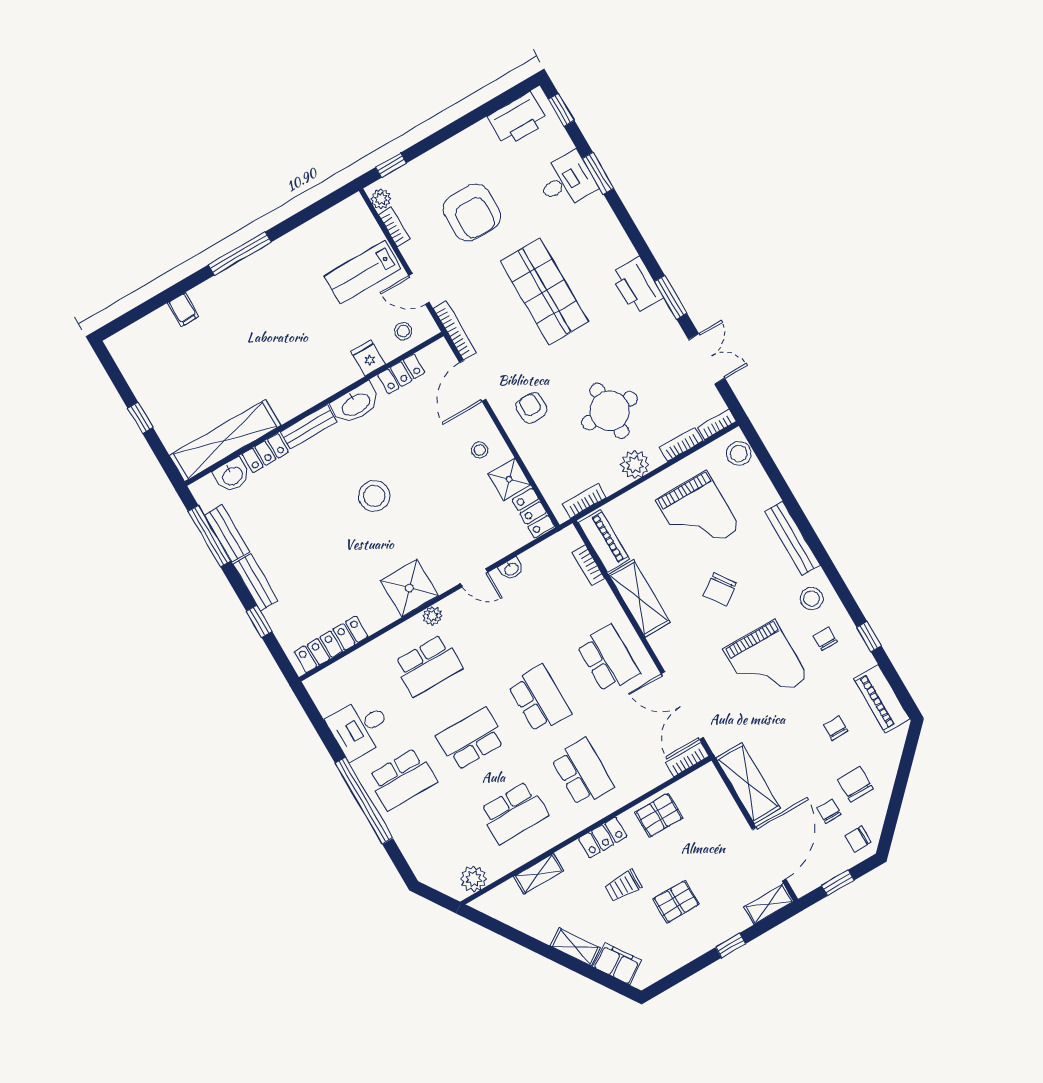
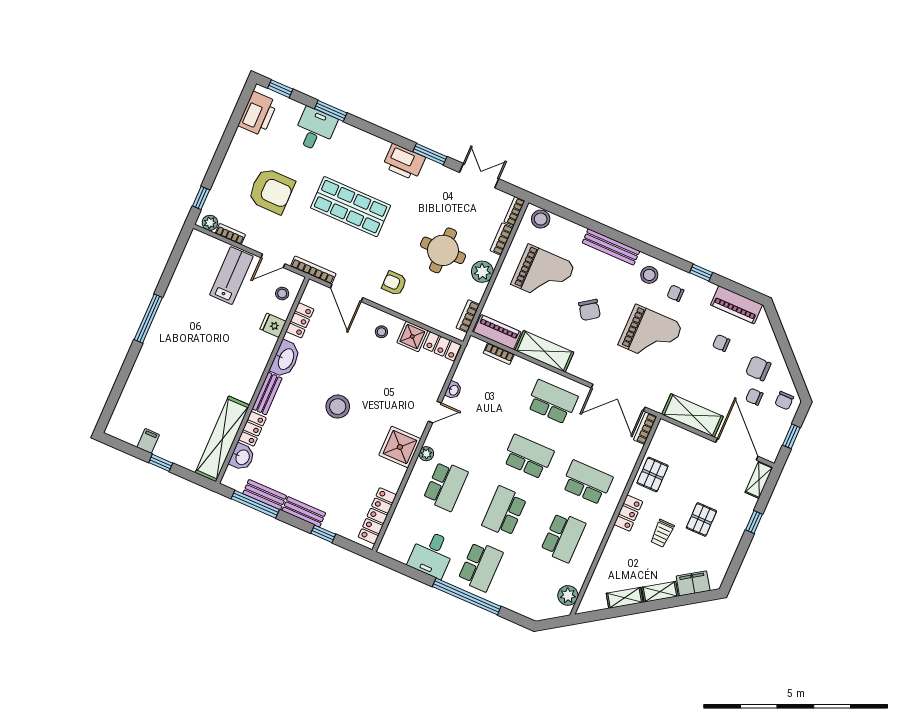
lab bench: (363, 272) -> (231, 276), turned 180
filing cabinet: (183, 310) -> (148, 441), moved, turned -90
shelving: (538, 874) -> (625, 598), moved, turned 56

